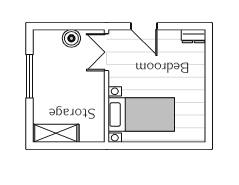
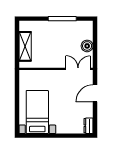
bed with nightstands: (141, 115) -> (37, 112), moved, turned 180
shelving: (56, 133) -> (25, 46), moved

